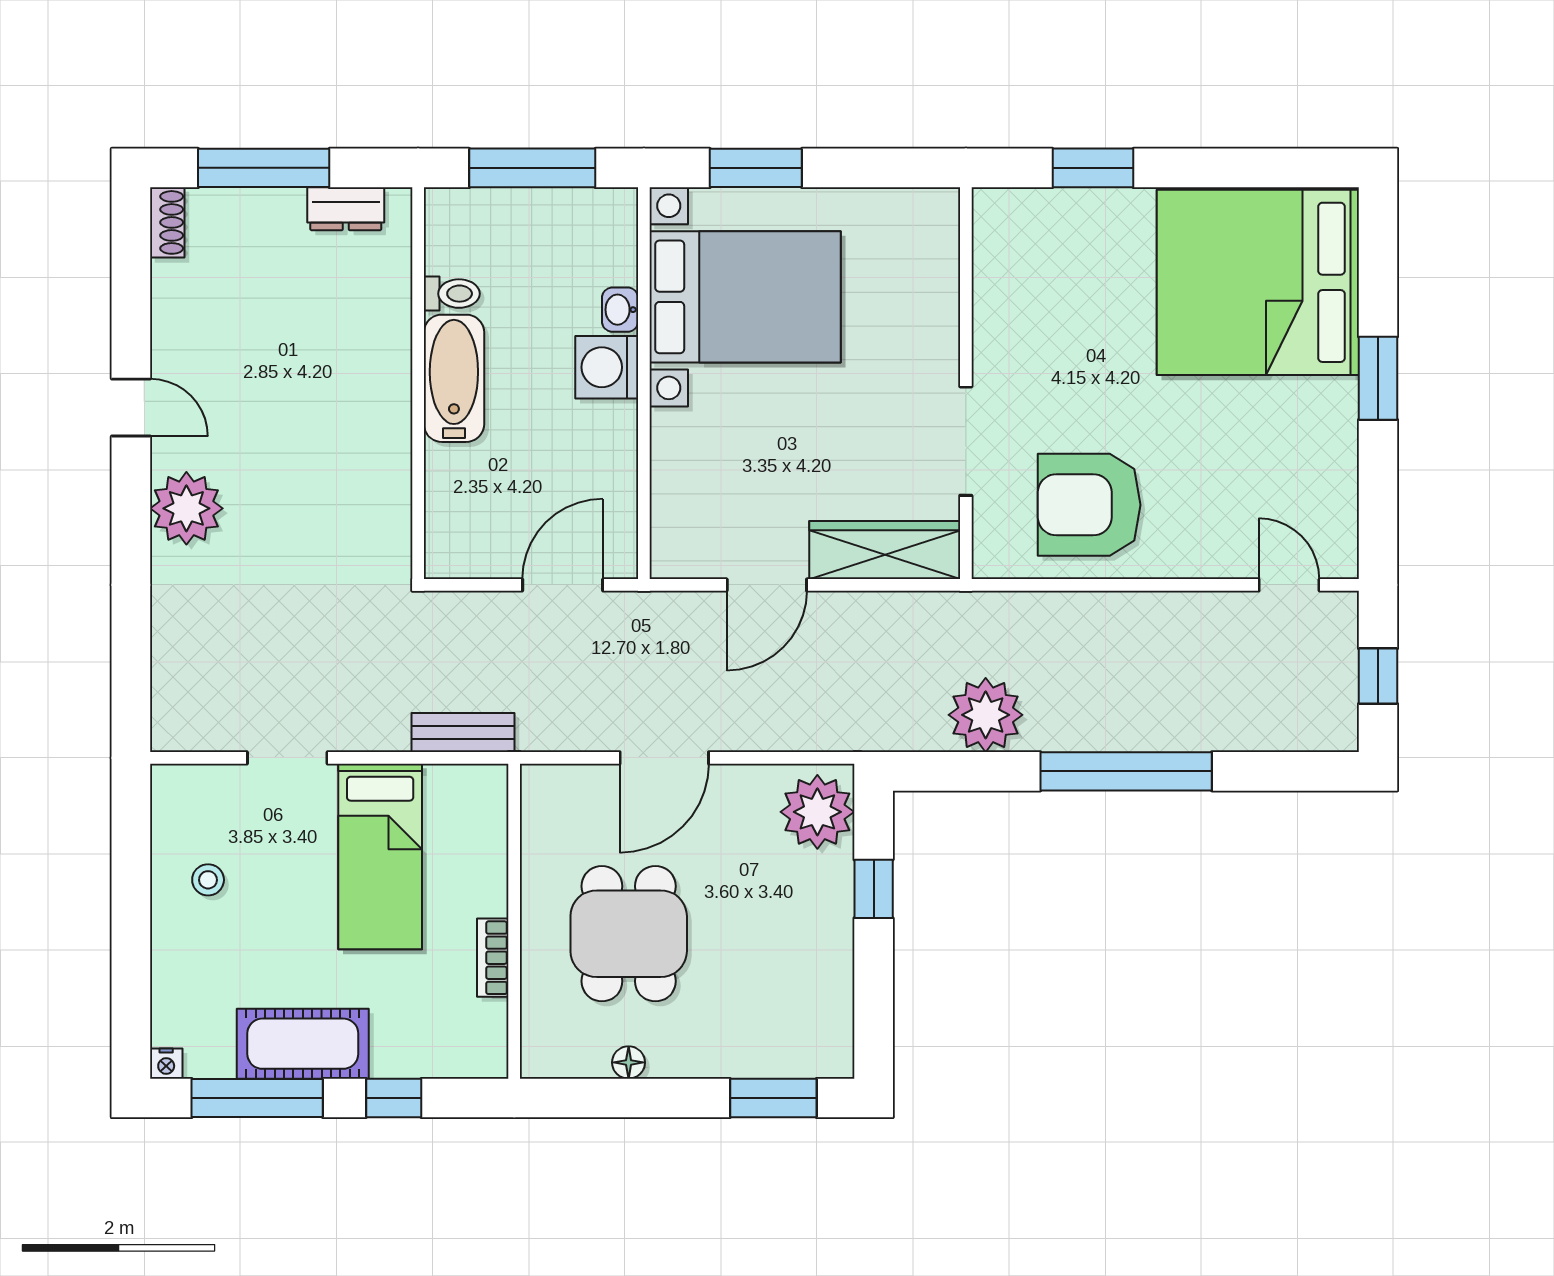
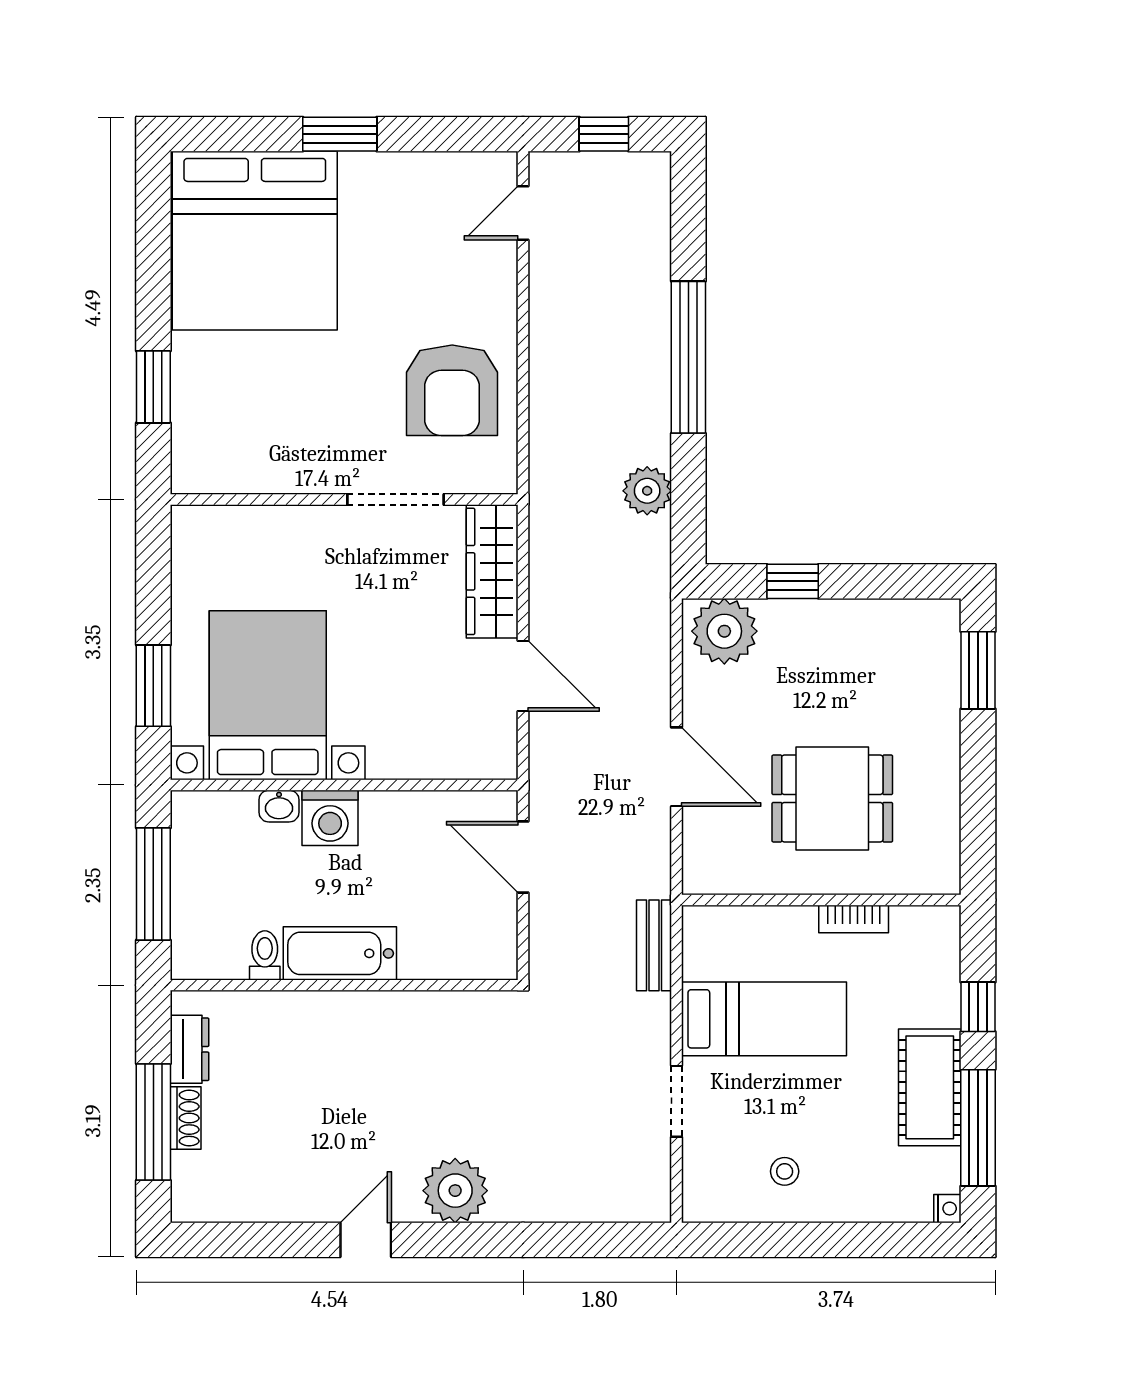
shoe rack: (167, 222) -> (186, 1118), moved, turned 90
plant: (986, 715) -> (647, 491), width x0.73, depth x0.73
floor lamp: (629, 1062) -> (946, 799), removed

